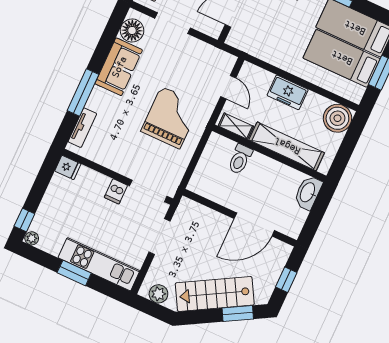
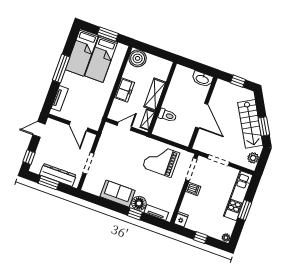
floor lamp: (132, 30) -> (139, 203), moved
window: (83, 93) -> (135, 214), width x0.46
grand piano: (170, 118) -> (161, 160), moved
shelving: (287, 146) -> (155, 95), width x0.68
washbasin: (308, 193) -> (202, 79), moved
window: (24, 220) -> (200, 238), moved
door: (254, 224) -> (202, 116), moved
window: (238, 313) -> (264, 126), moved

